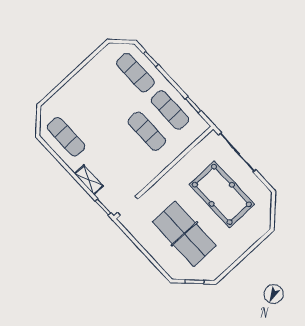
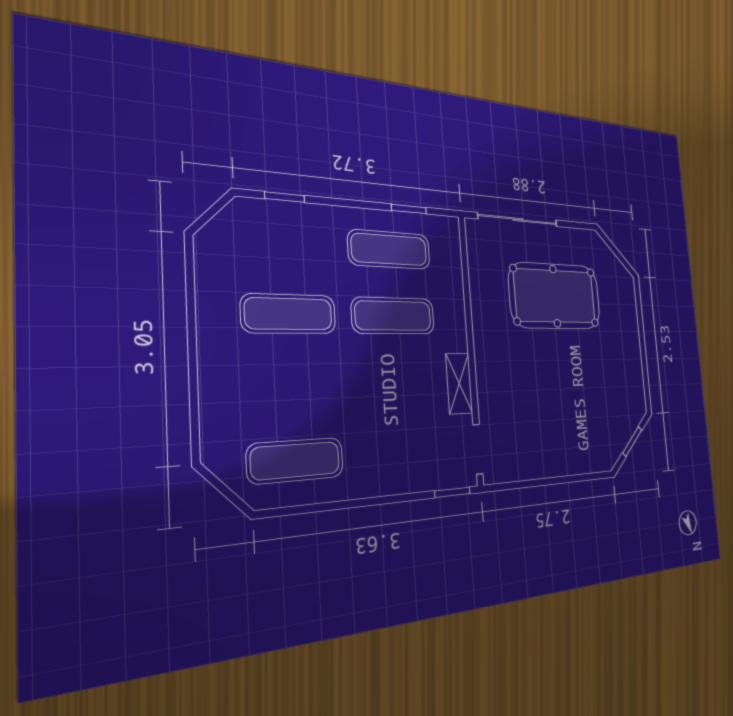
exercise mat: (135, 73) -> (289, 314), moved
shelving: (89, 180) -> (459, 383), moved, turned 90
table tennis table: (184, 234) -> (569, 398), removed

